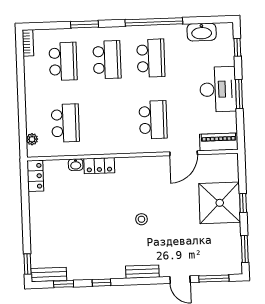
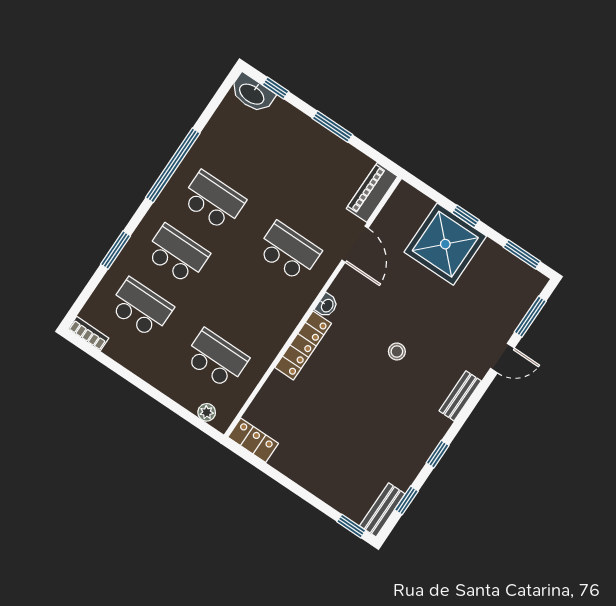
washbasin: (202, 32) -> (252, 94), moved, turned 90
desk: (218, 89) -> (309, 148), removed
washbasin: (76, 165) -> (327, 305), moved
locker: (99, 166) -> (303, 345), width x1.53

